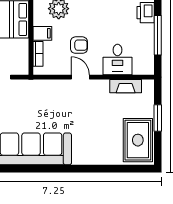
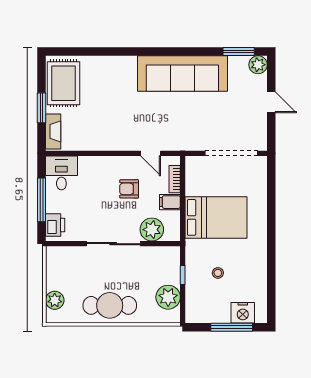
desk: (118, 60) -> (61, 173), moved
door: (80, 77) -> (151, 153), moved
fireplace: (126, 86) -> (53, 131), moved, turned 90

